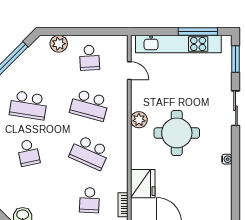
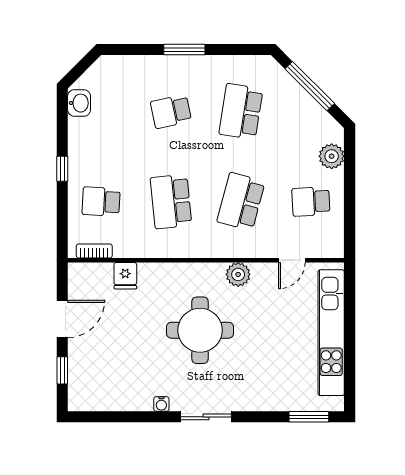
window: (198, 31) -> (350, 361), removed
sliding door: (236, 108) -> (206, 417), moved
plant: (139, 120) -> (238, 274), moved
school desk: (89, 153) -> (171, 202), turned -30
fridge: (143, 184) -> (125, 276), width x0.53, depth x0.75

